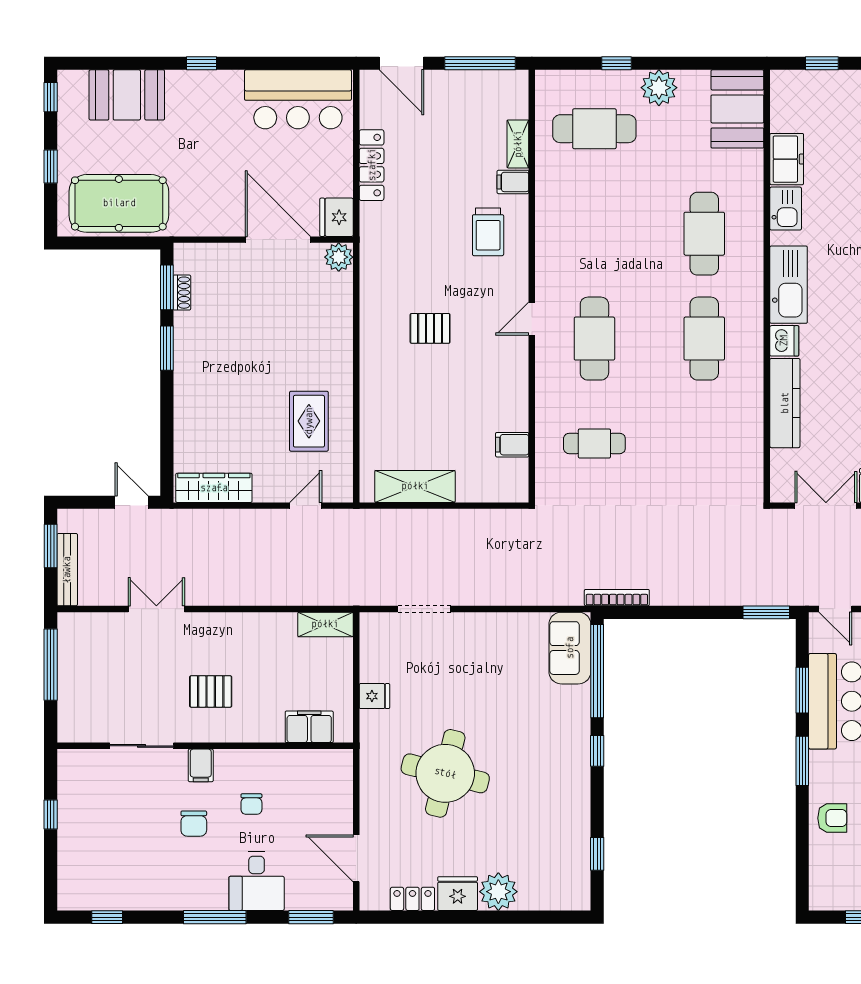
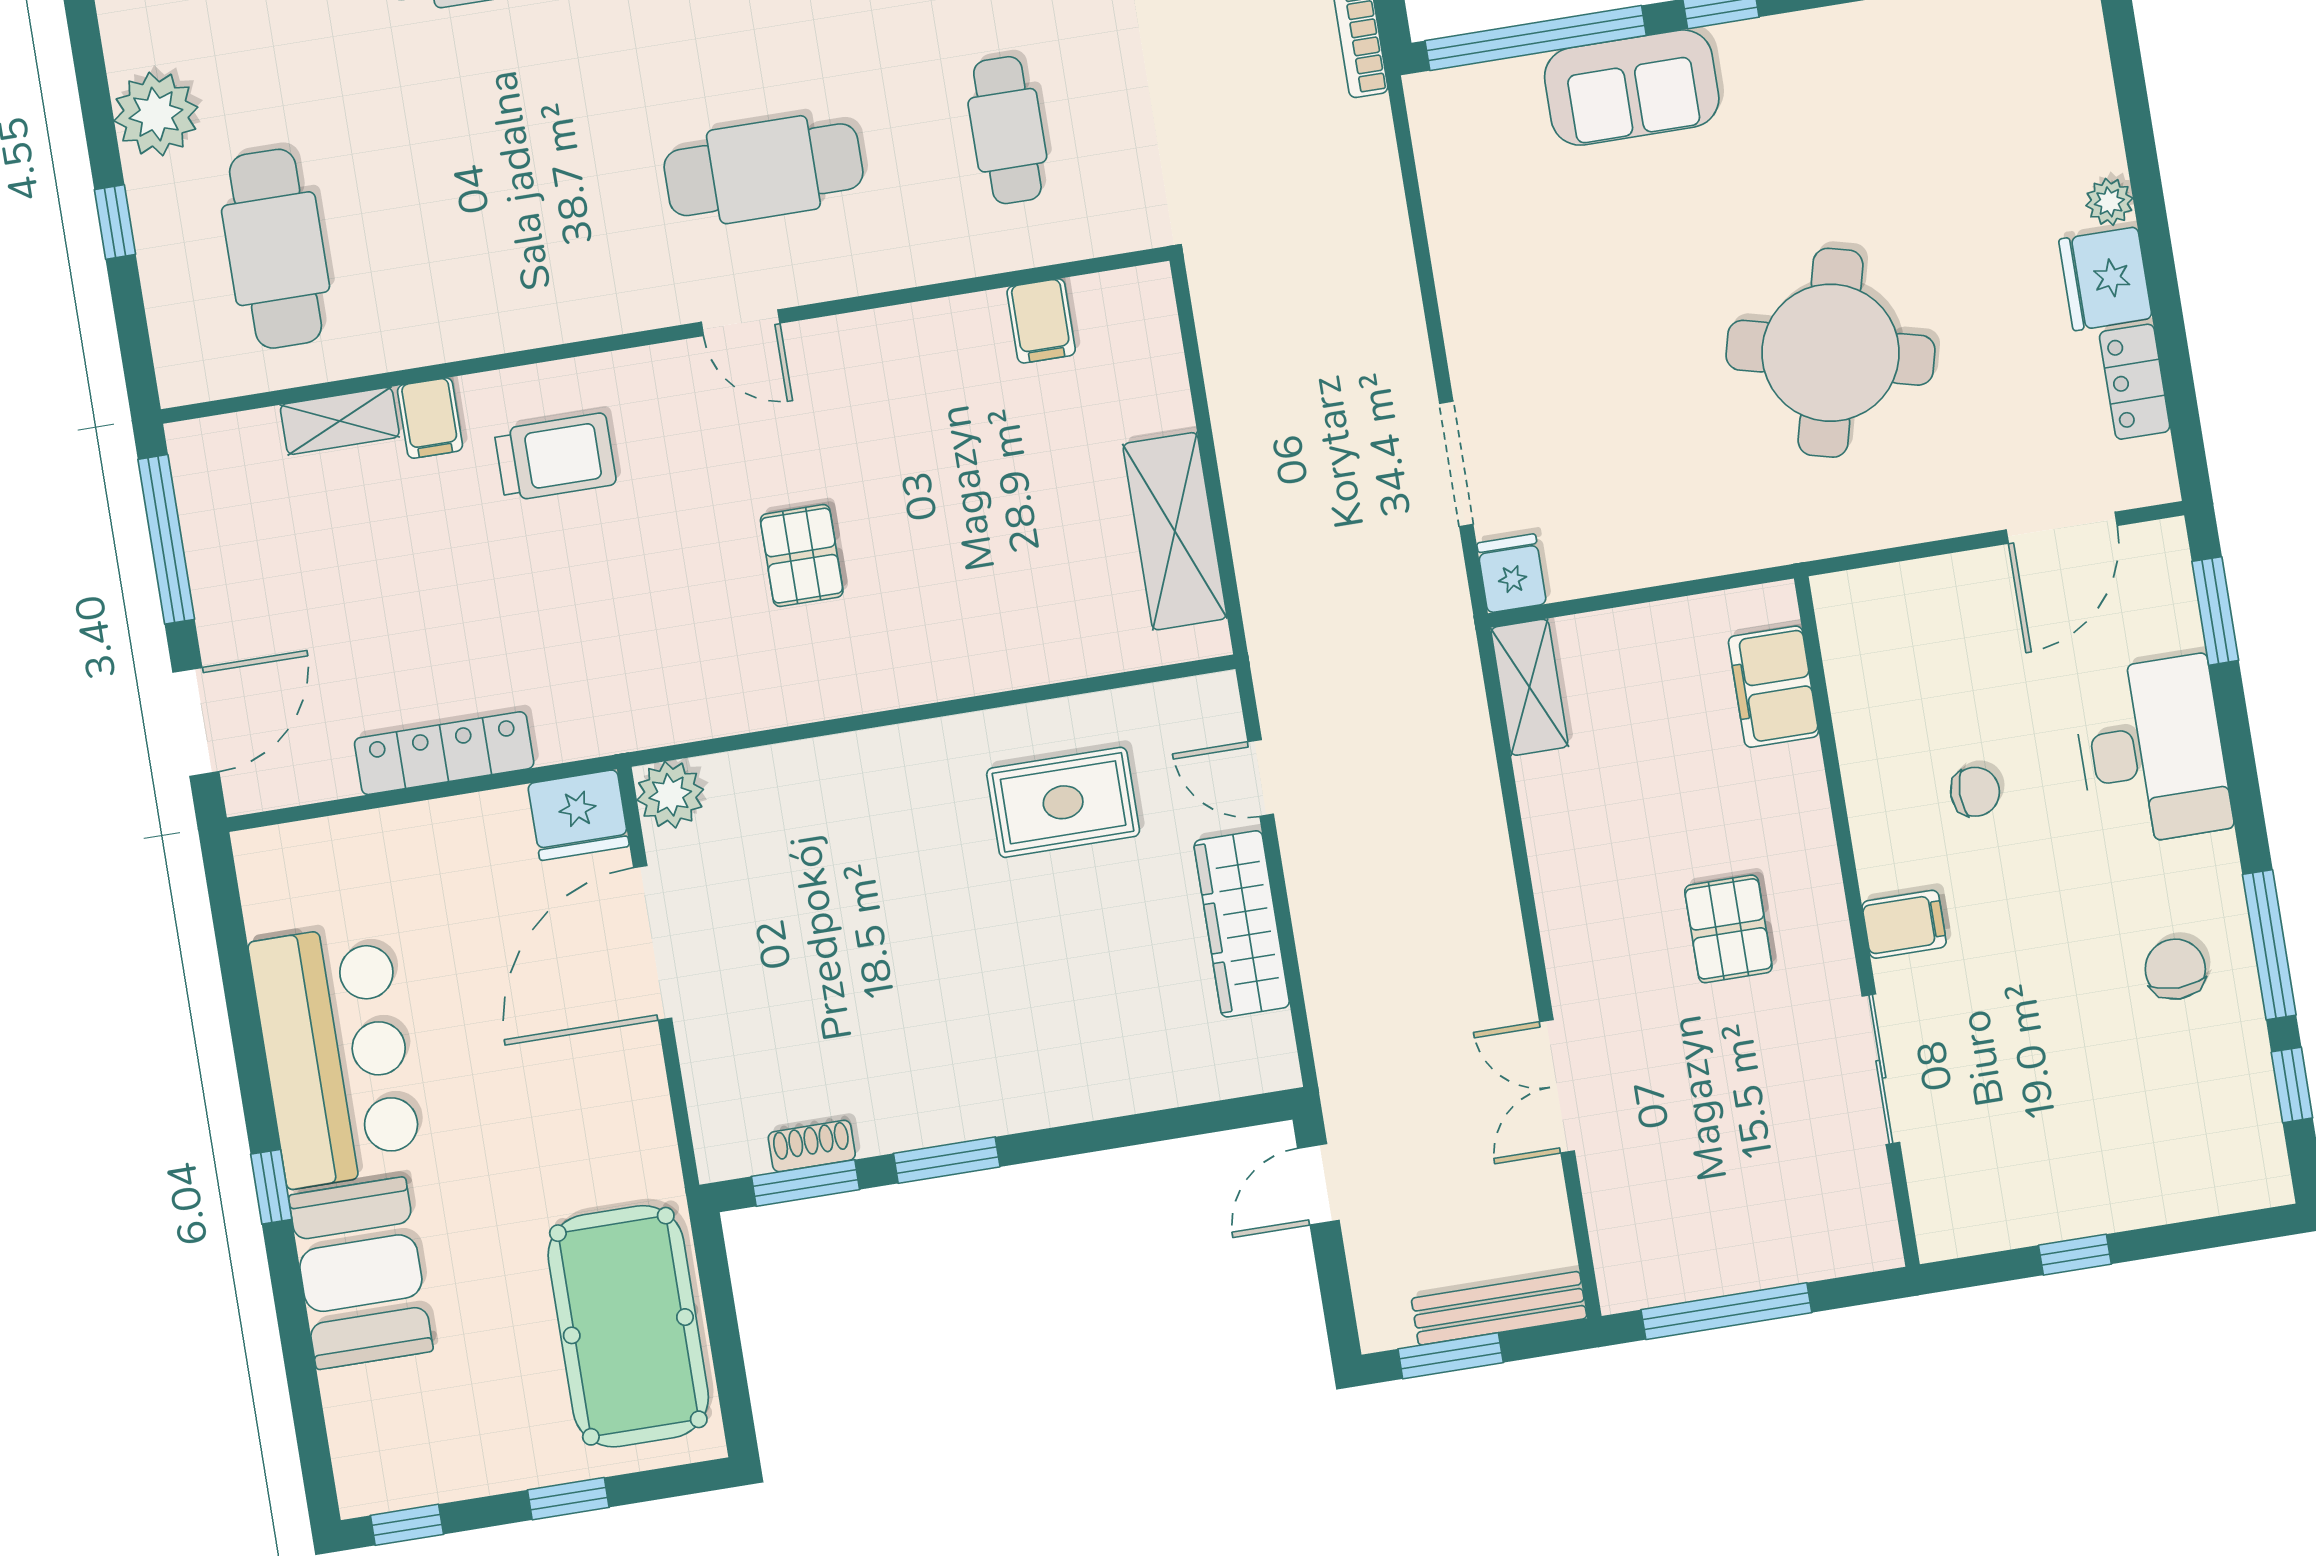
booth: (127, 95) -> (361, 1273), moved
bar counter: (298, 99) -> (336, 1055), moved
wardrobe: (214, 488) -> (1242, 924), moved
sofa: (570, 648) -> (1632, 88), moved
fridge: (374, 696) -> (1512, 573), moved
chair: (194, 824) -> (2175, 969), moved, turned -90
desk: (257, 881) -> (2152, 751), width x1.37
plant: (498, 892) -> (2109, 202), width x0.53, depth x0.53
window: (215, 917) -> (2269, 945), moved

